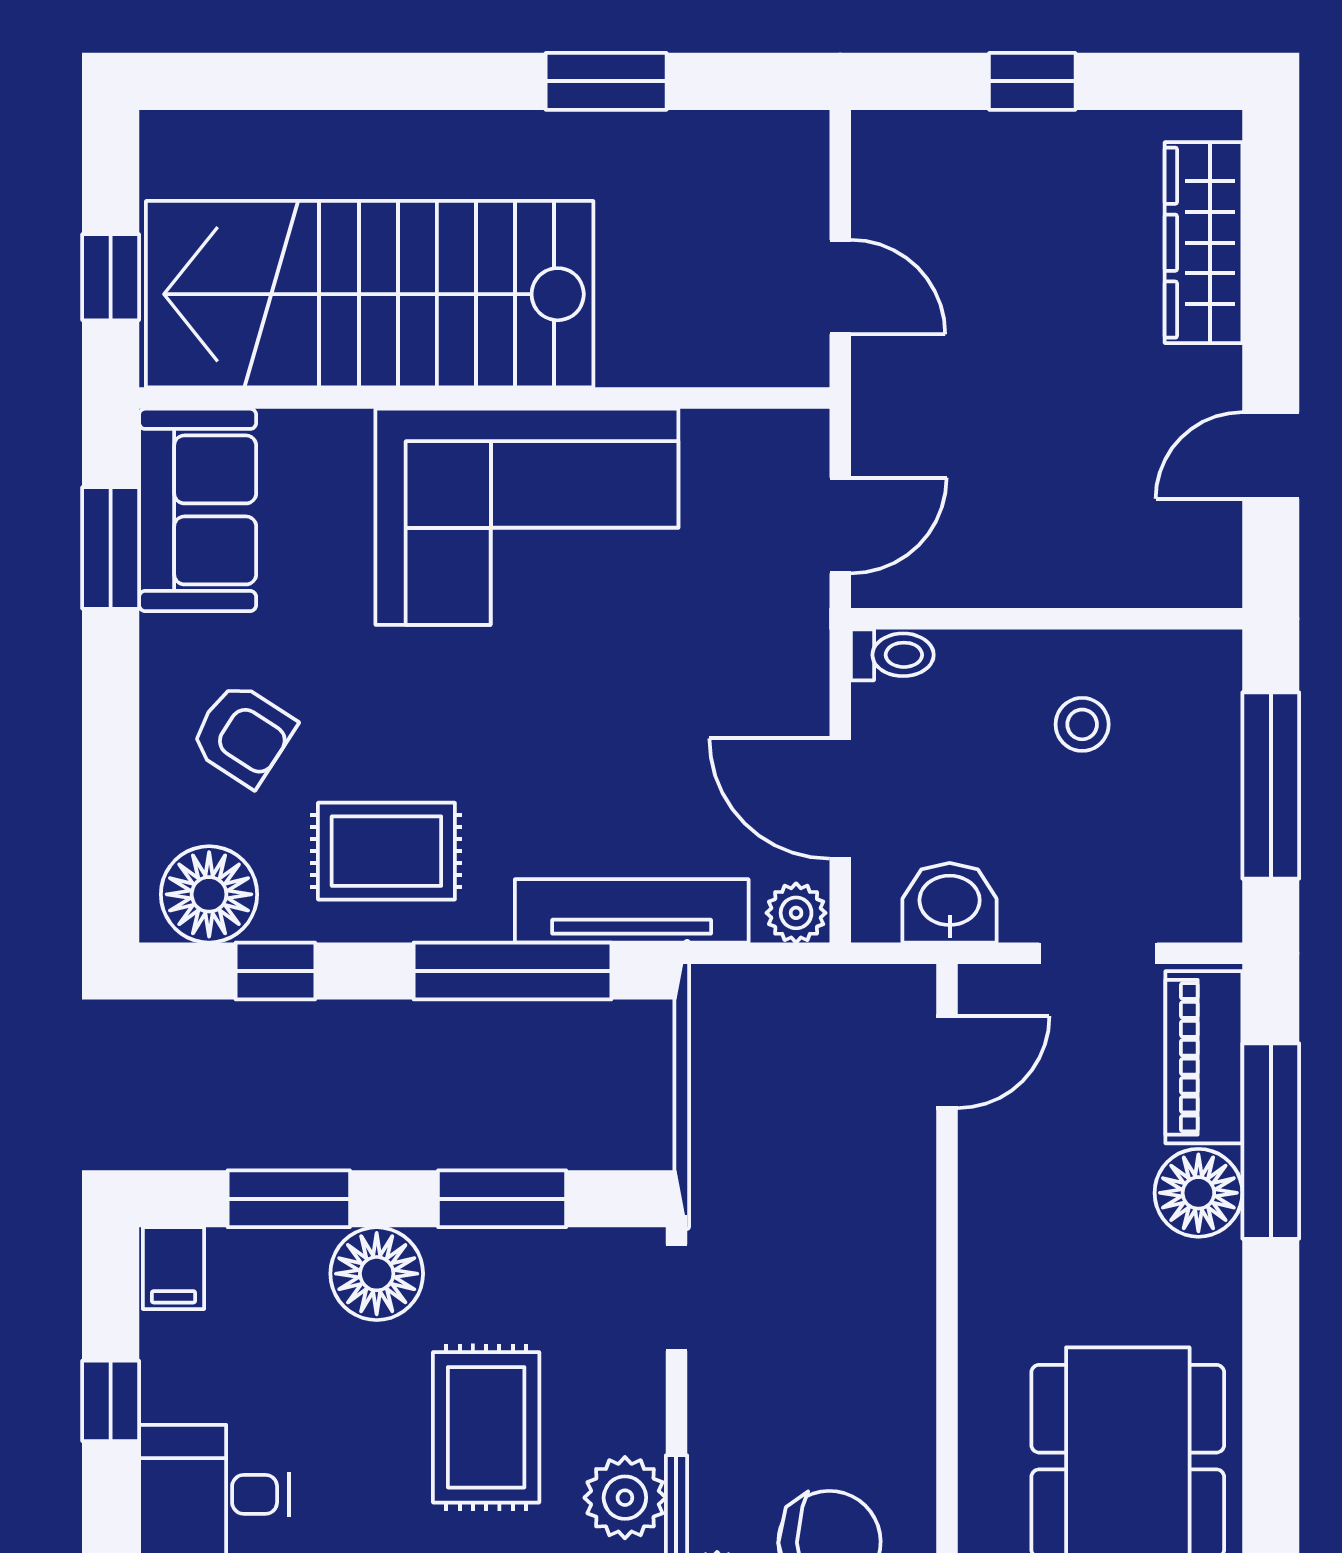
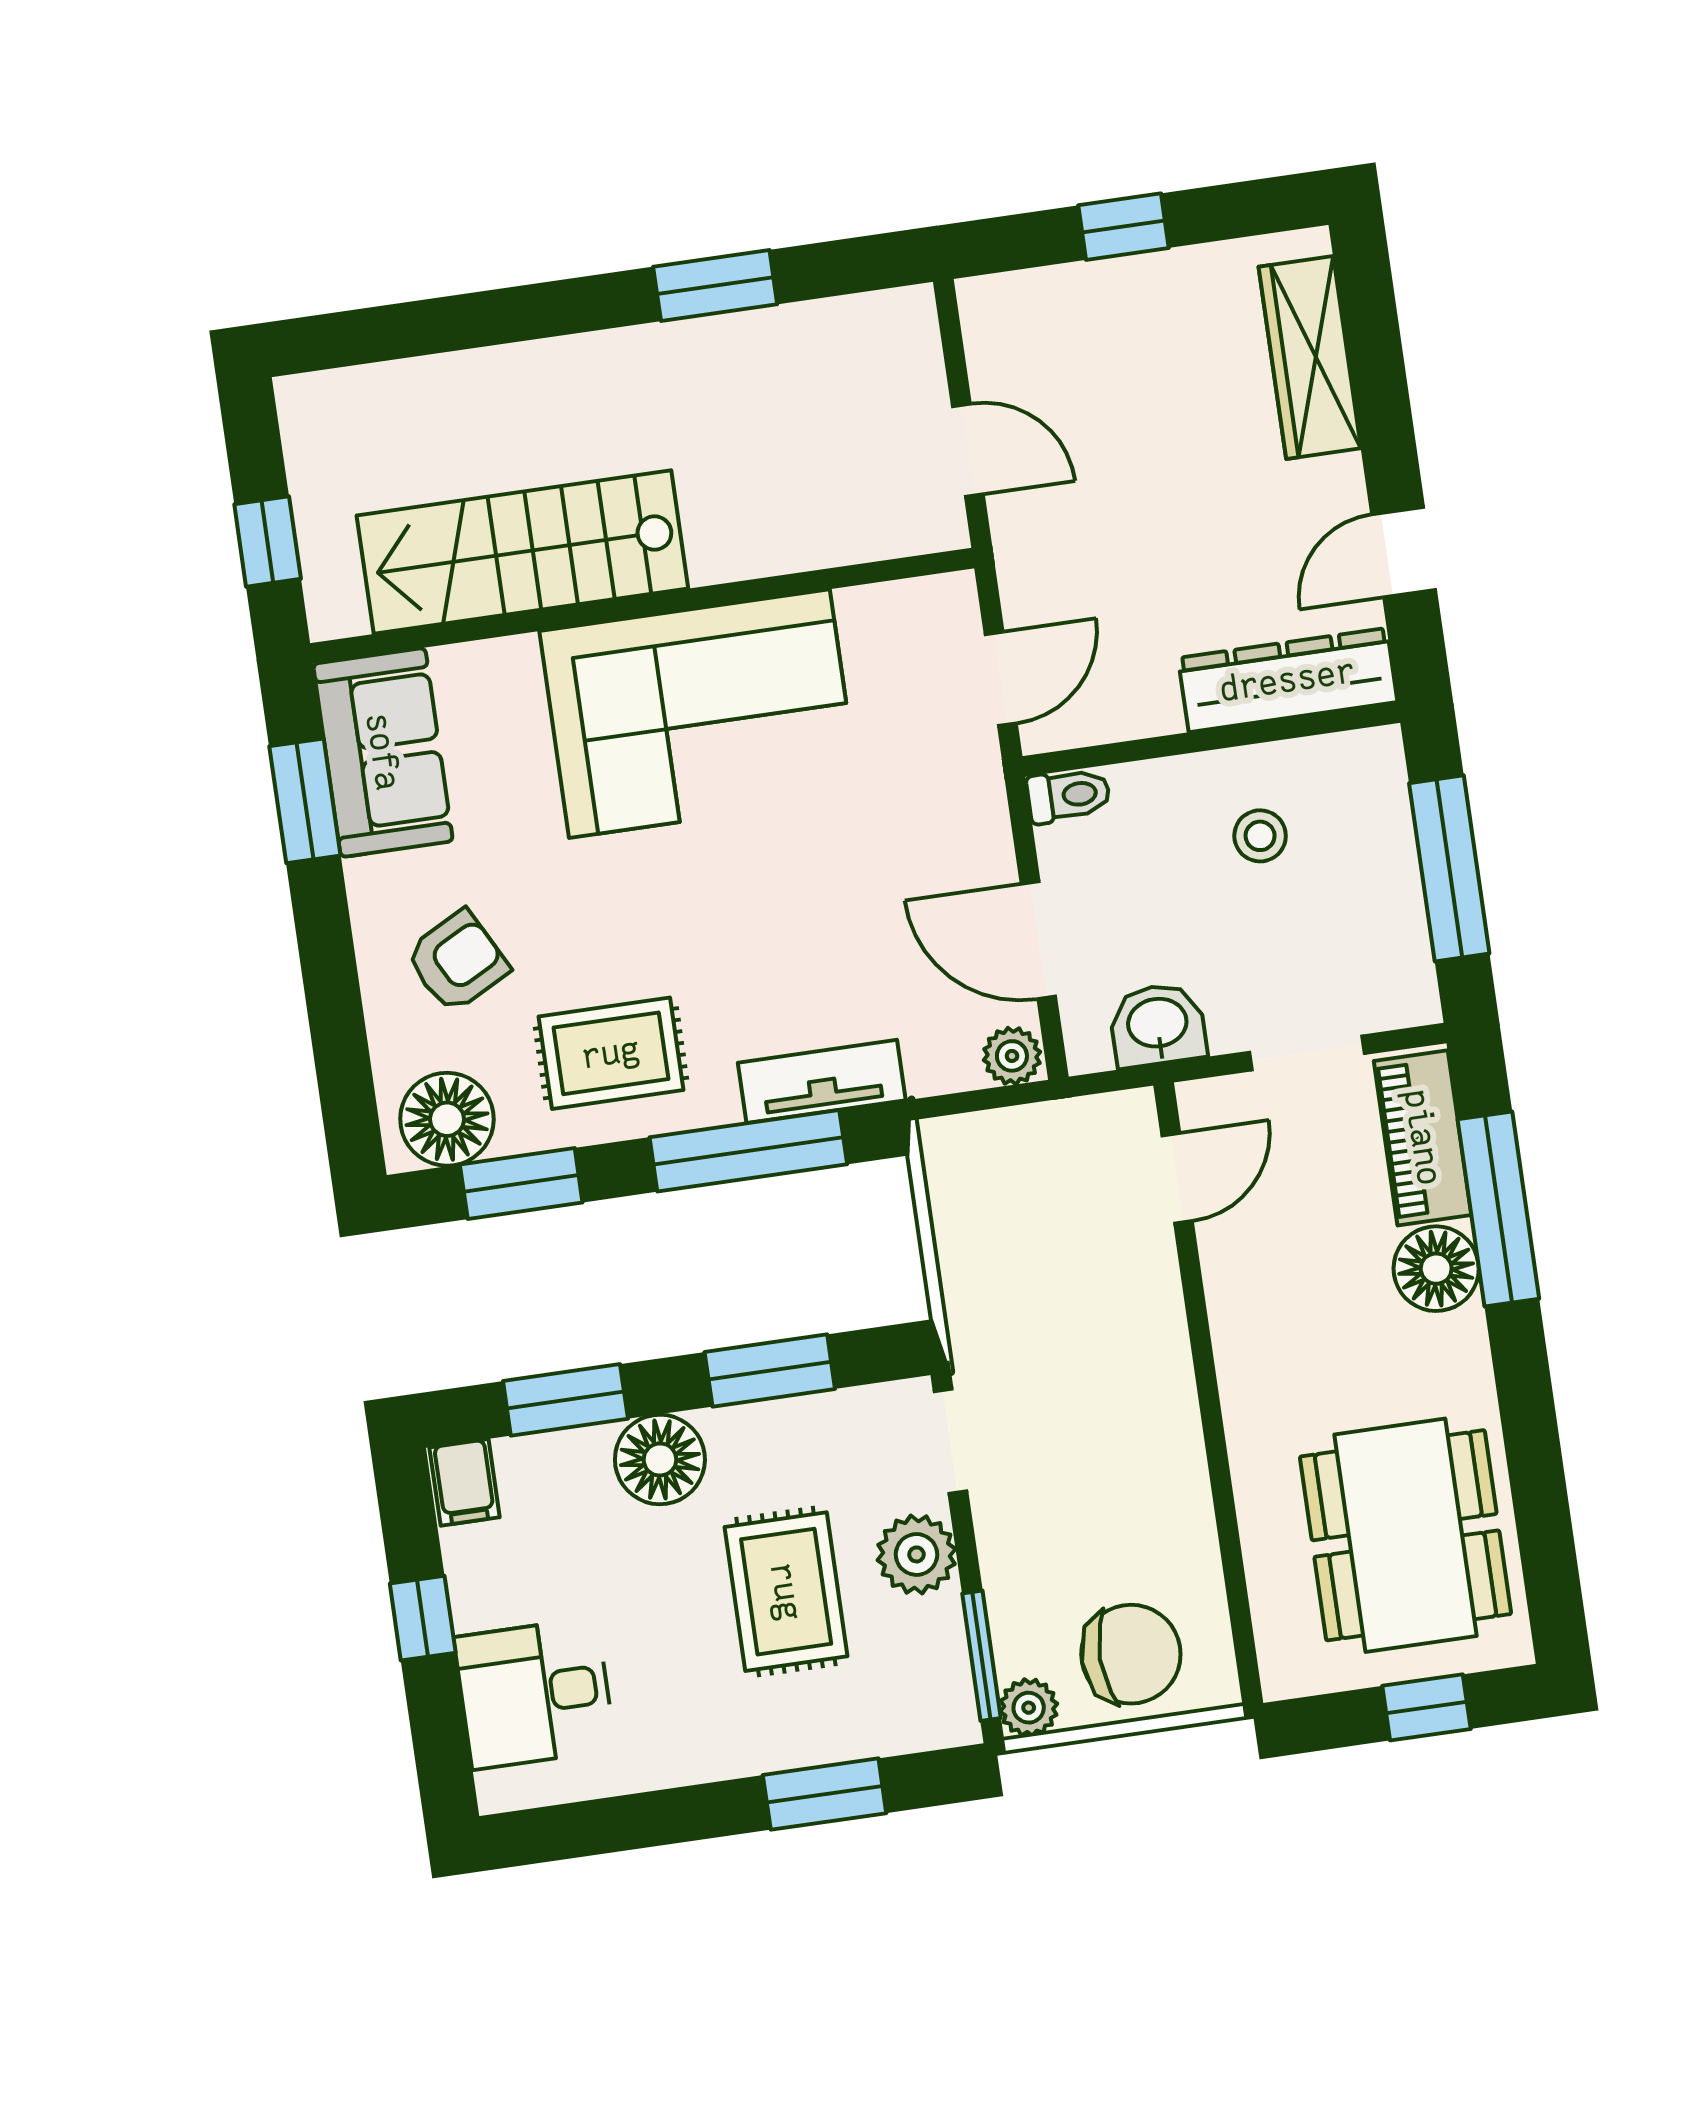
stairs: (370, 294) -> (522, 552), width x0.73, depth x0.66
dresser: (1133, 569) -> (1288, 680), added
armchair: (243, 734) -> (457, 961), turned -61
tv unit: (632, 911) -> (822, 1081), width x0.71
window: (275, 971) -> (521, 1184), width x1.50
plant: (625, 1498) -> (917, 1554), moved

